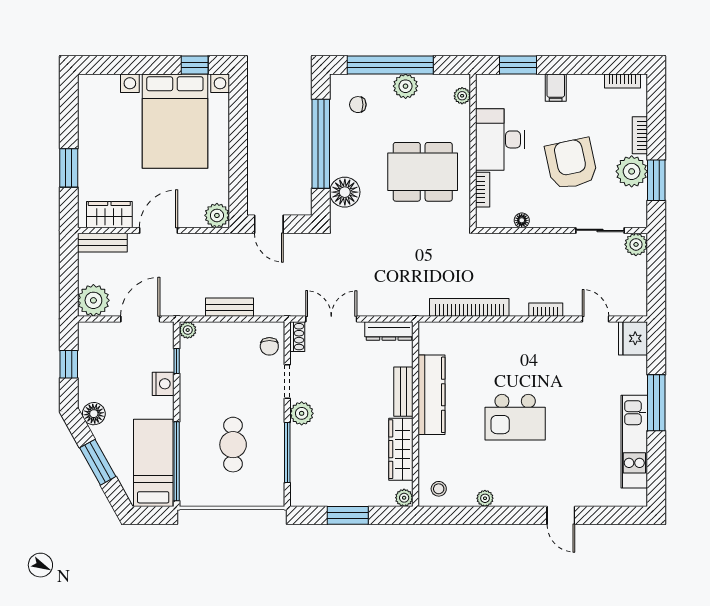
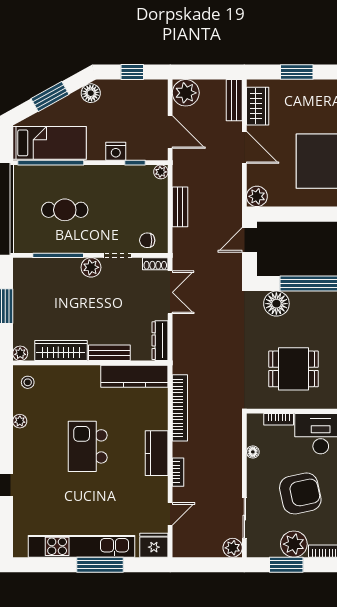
dining table: (423, 172) -> (294, 369), width x0.73
kitchen counter: (523, 335) -> (157, 453), added
kitchen counter: (431, 395) -> (134, 376), moved
kitchen unit: (634, 442) -> (82, 546), width x1.36

